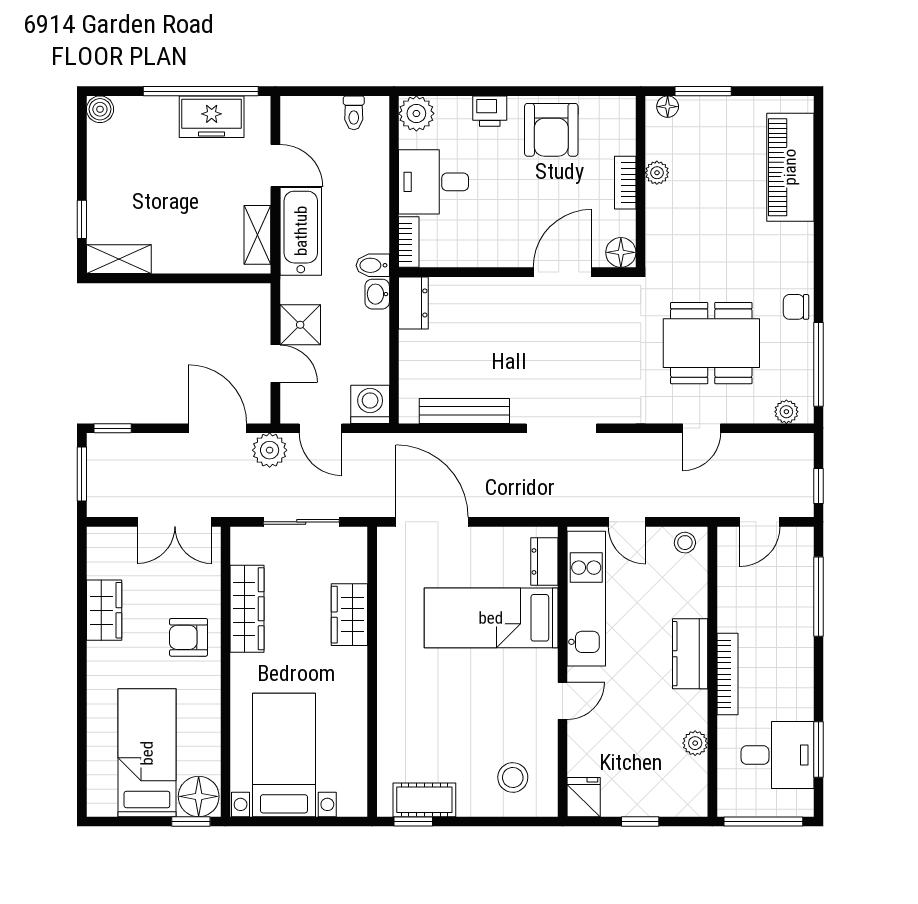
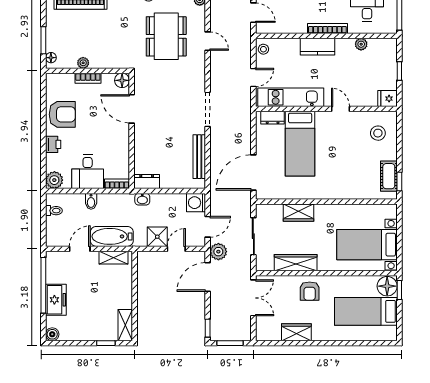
freezer: (212, 117) -> (56, 300), moved
bidet: (373, 265) -> (91, 201), moved

